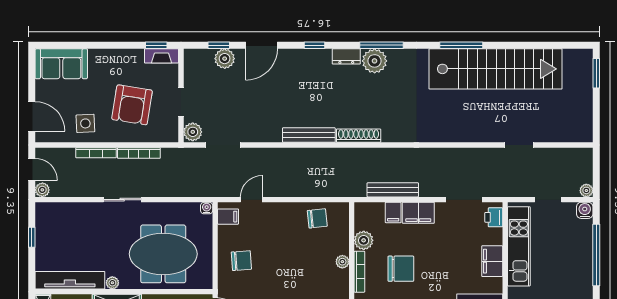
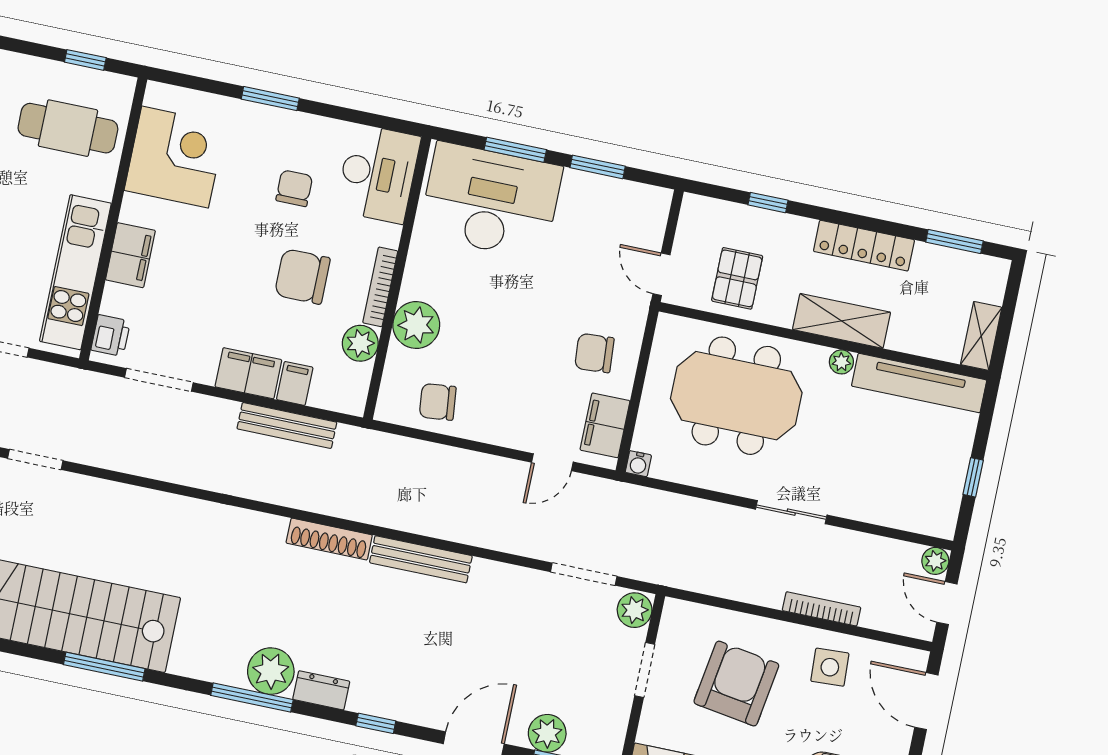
bookcase: (139, 153) -> (742, 592), removed
filing cabinet: (228, 217) -> (605, 425), width x2.00
plant: (342, 262) -> (416, 325), width x1.88, depth x1.88

